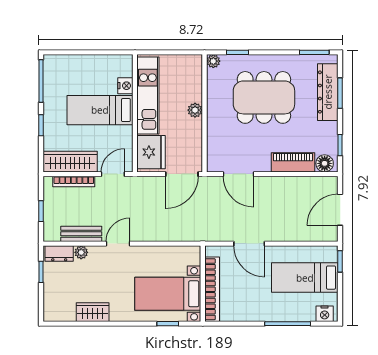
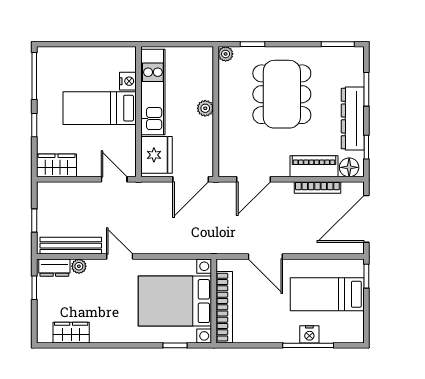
dresser: (328, 92) -> (353, 118), moved
dining table: (264, 97) -> (282, 94), turned 90
wardrobe: (70, 162) -> (57, 165), width x0.67
door: (113, 174) -> (114, 179), hinge flipped
door: (238, 174) -> (253, 179), hinge flipped
bookcase: (74, 182) -> (317, 188), moved
door: (340, 210) -> (366, 219), width x1.36
bench: (81, 234) -> (71, 246), width x1.36
door: (118, 244) -> (120, 257), hinge flipped
bed with nightstands: (168, 294) -> (175, 301), width x1.36
wardrobe: (93, 312) -> (71, 333), moved
nightstand: (325, 314) -> (309, 334), moved

